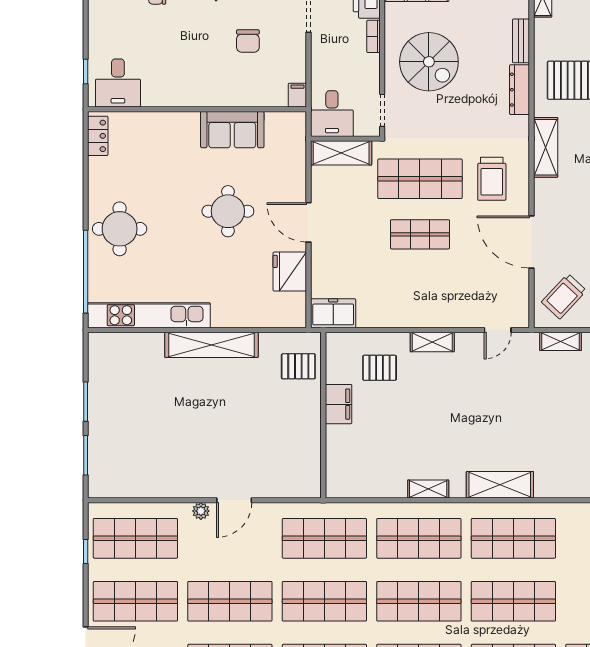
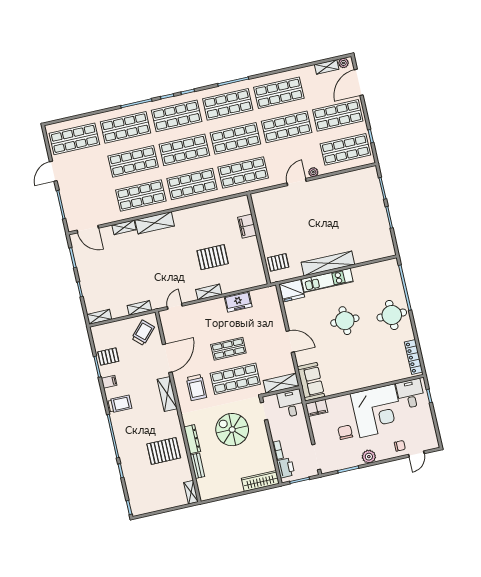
spiral stairs: (429, 62) -> (232, 430), moved
corner desk: (183, 66) -> (377, 411), added
filing cabinet: (297, 95) -> (317, 408), width x2.00
sofa: (232, 130) -> (311, 382), moved, turned 90
locker: (98, 136) -> (414, 357), width x1.53
shelving: (546, 147) -> (167, 394), moved
trolley: (492, 179) -> (196, 388), turned 180
round table: (228, 211) -> (345, 321), moved
door: (531, 242) -> (167, 358), hinge flipped
fridge: (290, 272) -> (292, 291), moved, turned 90
freezer: (333, 313) -> (238, 302), moved
kitchen unit: (149, 315) -> (327, 280), moved, width x0.73
pallet: (380, 368) -> (213, 257), moved, width x1.50, depth x1.42
filing cabinet: (339, 404) -> (247, 226), moved
shelving: (428, 489) -> (124, 227), moved

